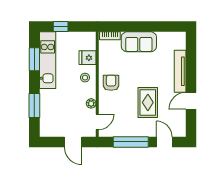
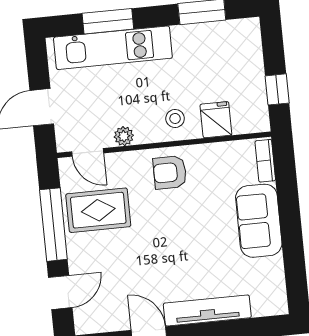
window: (61, 26) -> (277, 89), moved
kitchen unit: (48, 60) -> (113, 48), moved
armchair: (111, 83) -> (170, 172), turned 180
rug: (148, 102) -> (98, 210), moved

